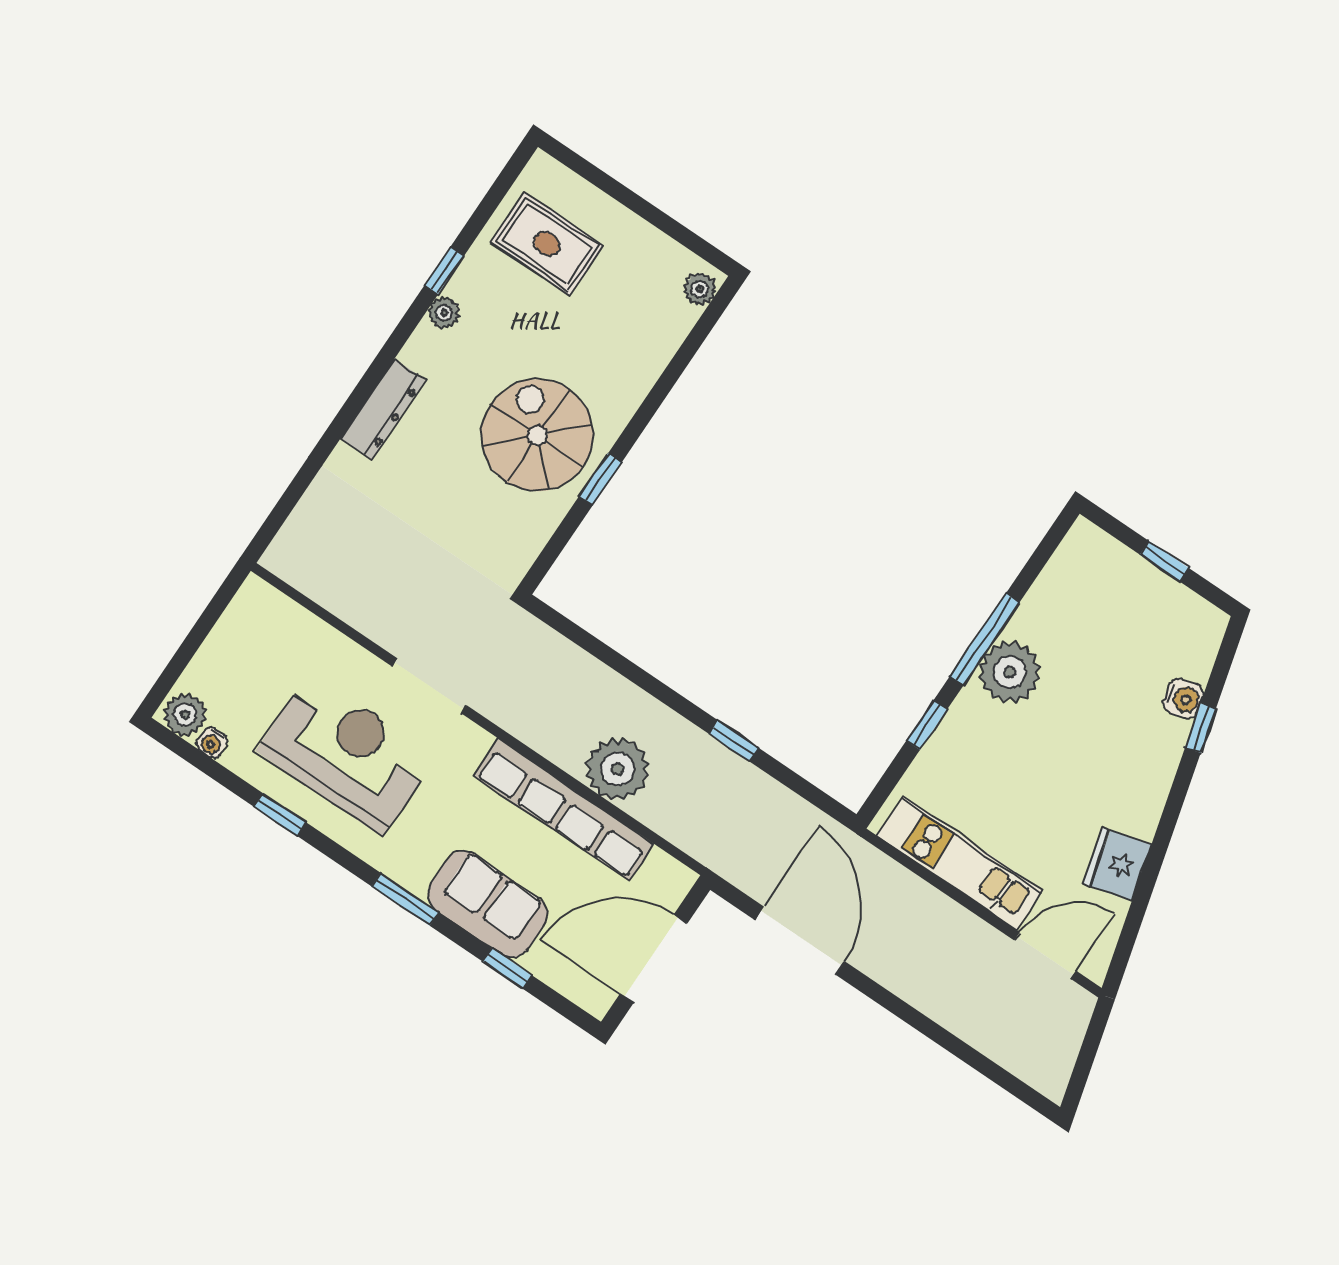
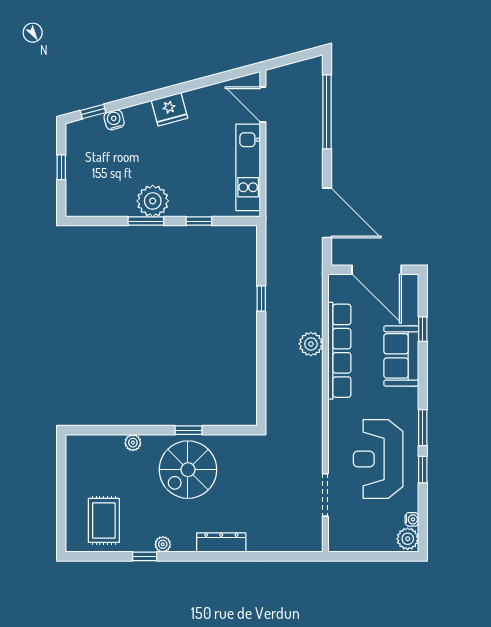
plant: (700, 289) -> (133, 443), moved
window: (985, 639) -> (146, 221), width x0.69
doorway: (429, 686) -> (325, 495), moved
window: (1201, 728) -> (93, 112), moved
plant: (617, 769) -> (311, 344), width x0.73, depth x0.73
fridge: (1117, 864) -> (169, 109), moved
window: (405, 899) -> (423, 428), moved
door: (800, 941) -> (327, 213), swing flipped
window: (963, 1051) -> (327, 112), added

